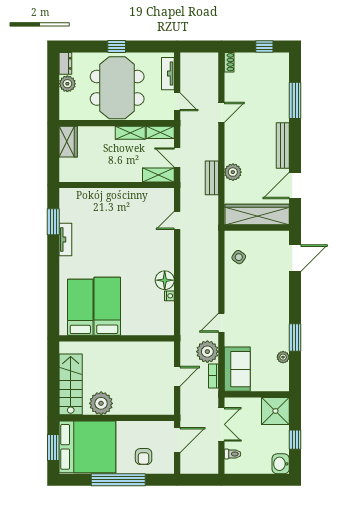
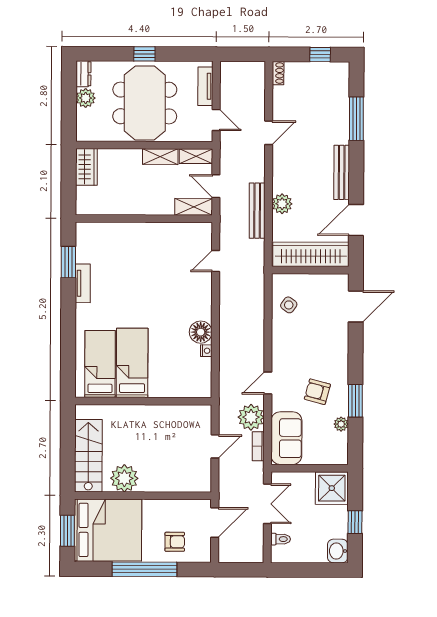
bench: (212, 178) -> (257, 211), width x1.36
armchair: (263, 330) -> (317, 392), added
armchair: (144, 457) -> (175, 542), turned -90

